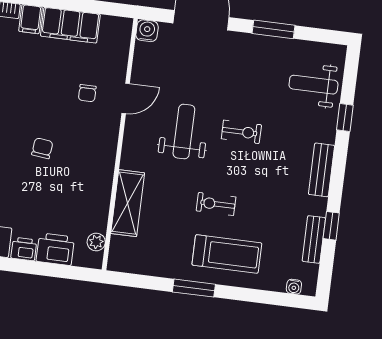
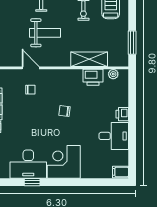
weight bench: (184, 131) -> (45, 33), turned 180
printer: (55, 249) -> (93, 77), moved, turned -90
window: (194, 288) -> (132, 43), moved

